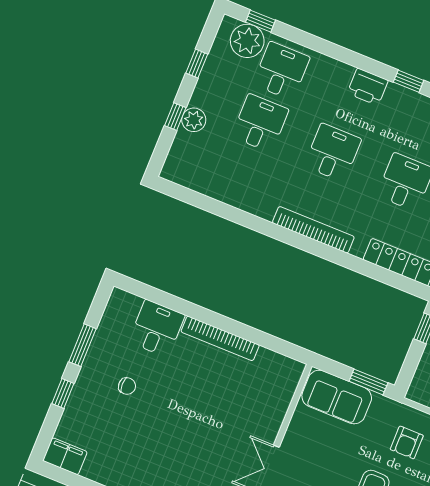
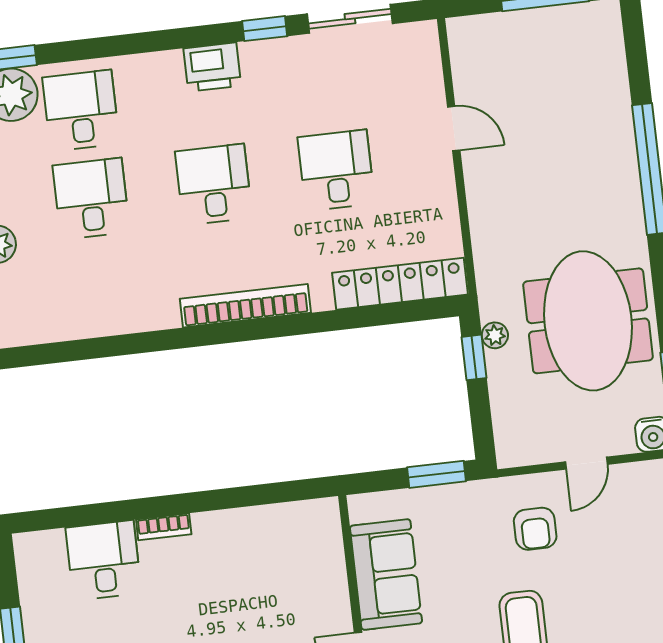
bookcase: (220, 338) -> (164, 527), width x0.43, depth x0.76
sofa: (337, 397) -> (386, 575), moved, turned -90

